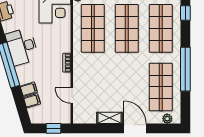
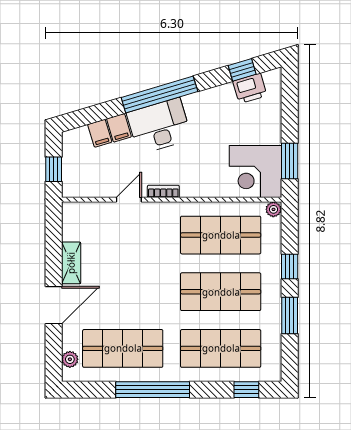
desk: (22, 47) -> (159, 126), moved
door: (72, 96) -> (129, 200), moved

